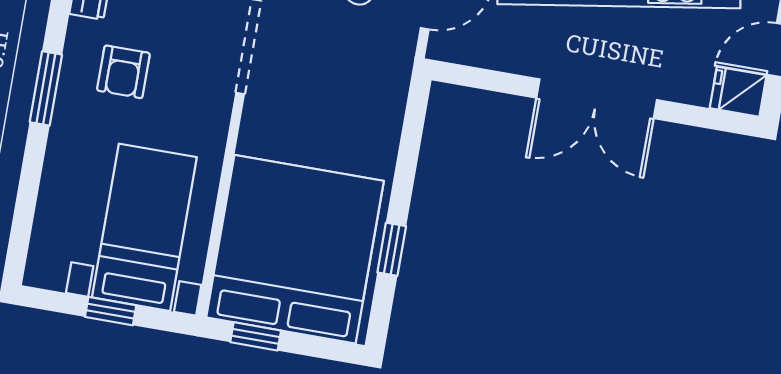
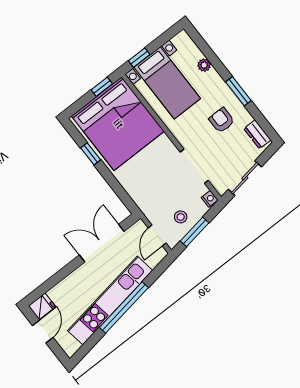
double door: (597, 99) -> (102, 243), moved
plant: (54, 191) -> (204, 65), added
window: (111, 311) -> (139, 58), moved

